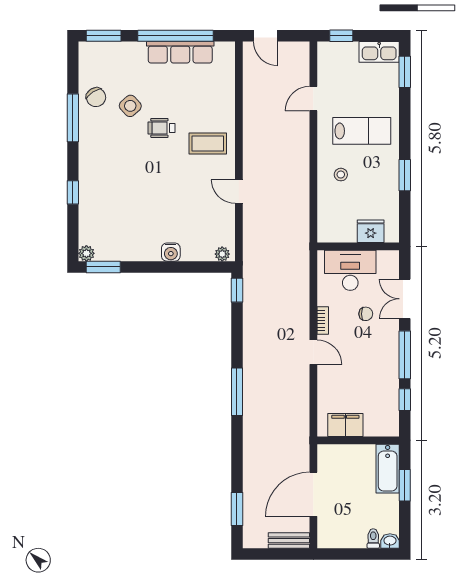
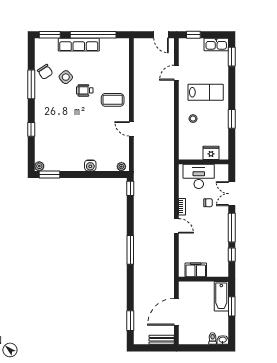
door: (265, 36) -> (161, 35), moved
row of seats: (180, 52) -> (79, 45), moved

